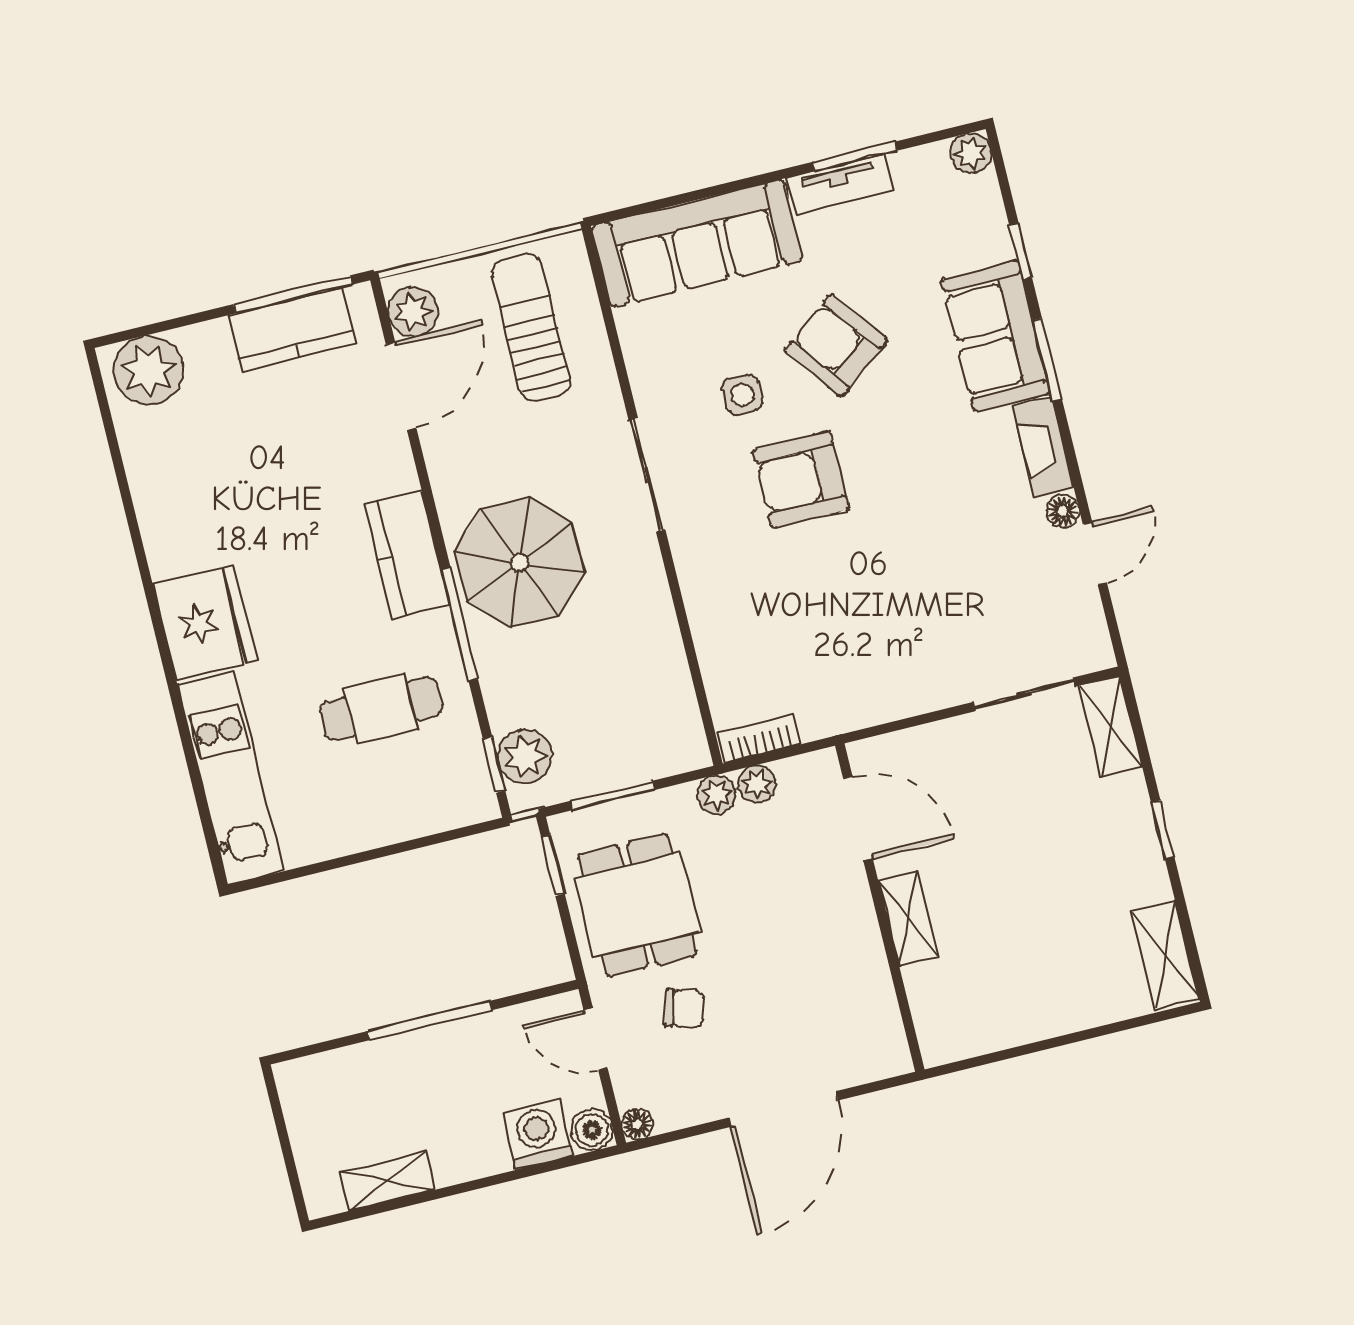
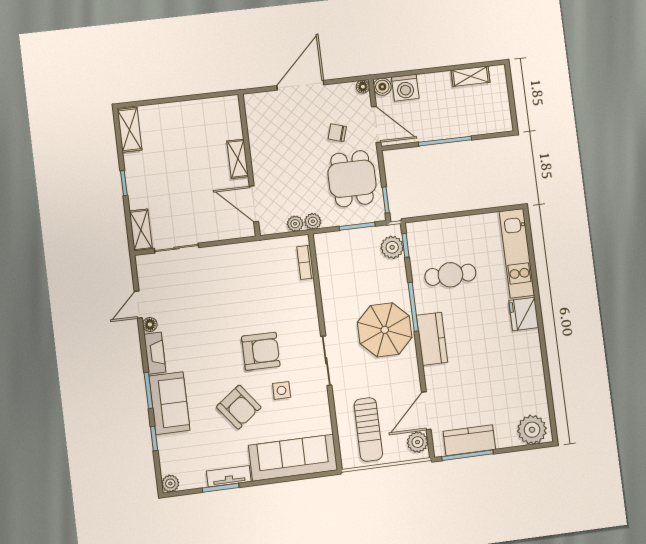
fridge: (205, 622) -> (524, 314), width x0.73, depth x0.75
bookcase: (759, 739) -> (305, 262), moved, turned 90
door: (596, 1039) -> (376, 124), width x1.38

